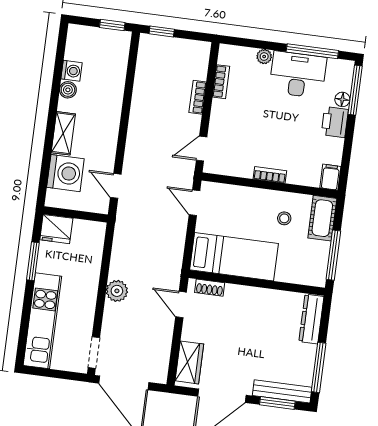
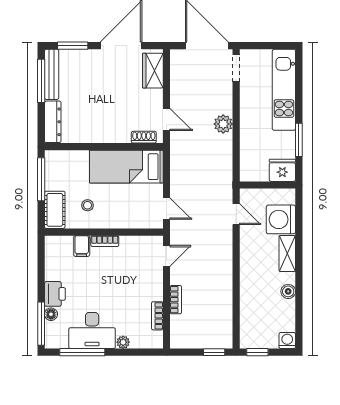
washing machine: (72, 71) -> (287, 341), moved, turned 90
filing cabinet: (330, 177) -> (82, 246), moved
bench: (282, 391) -> (52, 74), moved, turned 90

